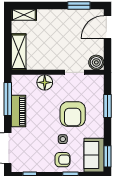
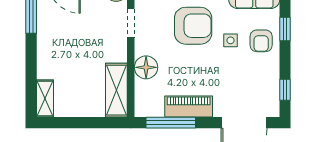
shelving: (19, 52) -> (116, 90), moved, turned 90
armchair: (62, 160) -> (261, 41), turned 180

